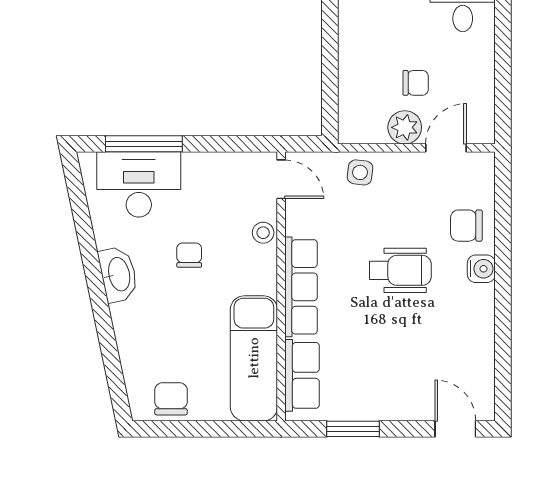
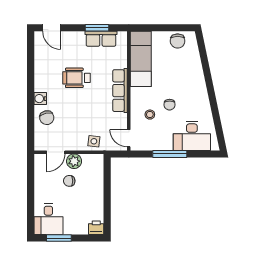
window: (144, 144) -> (170, 154), moved
chair: (466, 226) -> (47, 118), turned 77
stool: (263, 233) -> (150, 115), moved
wheelchair: (400, 270) -> (77, 78), moved
washbasin: (118, 274) -> (201, 96), removed
row of seats: (302, 375) -> (101, 39), moved, turned -90

